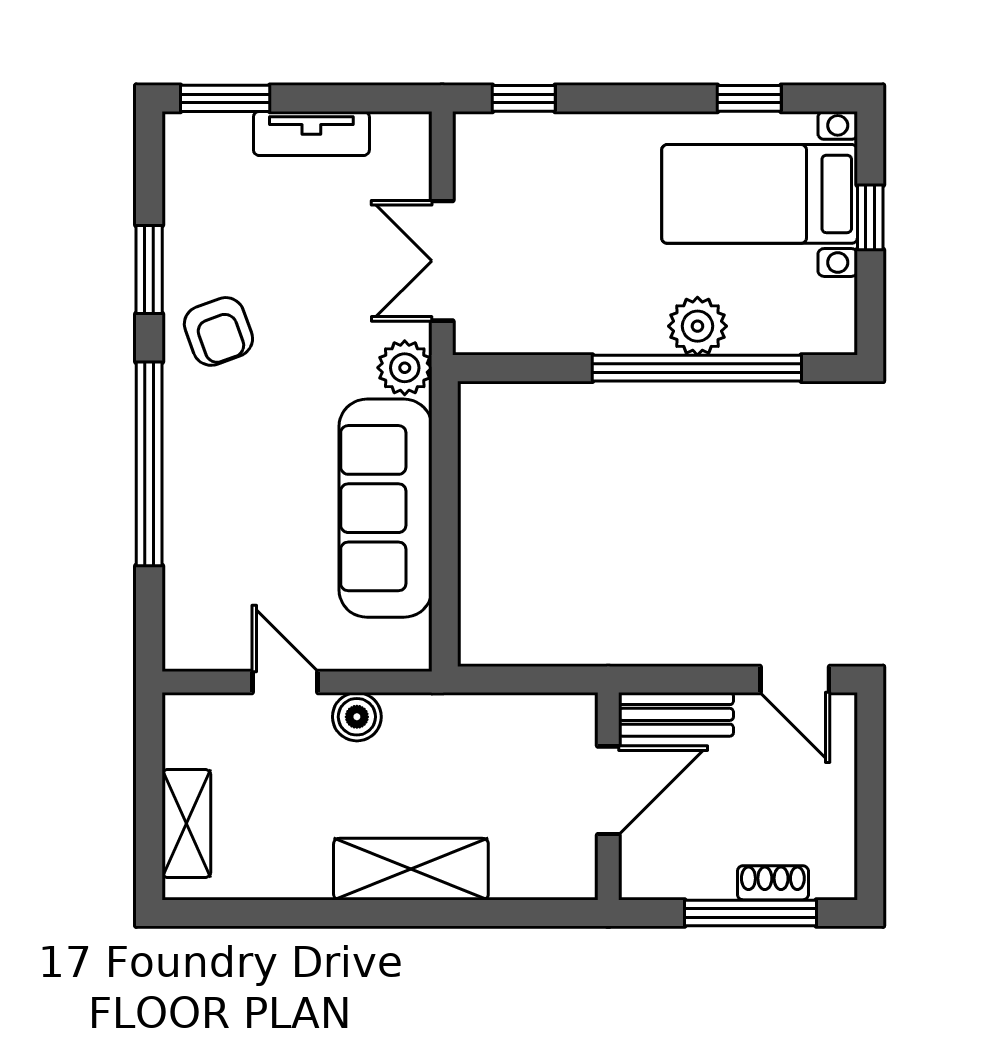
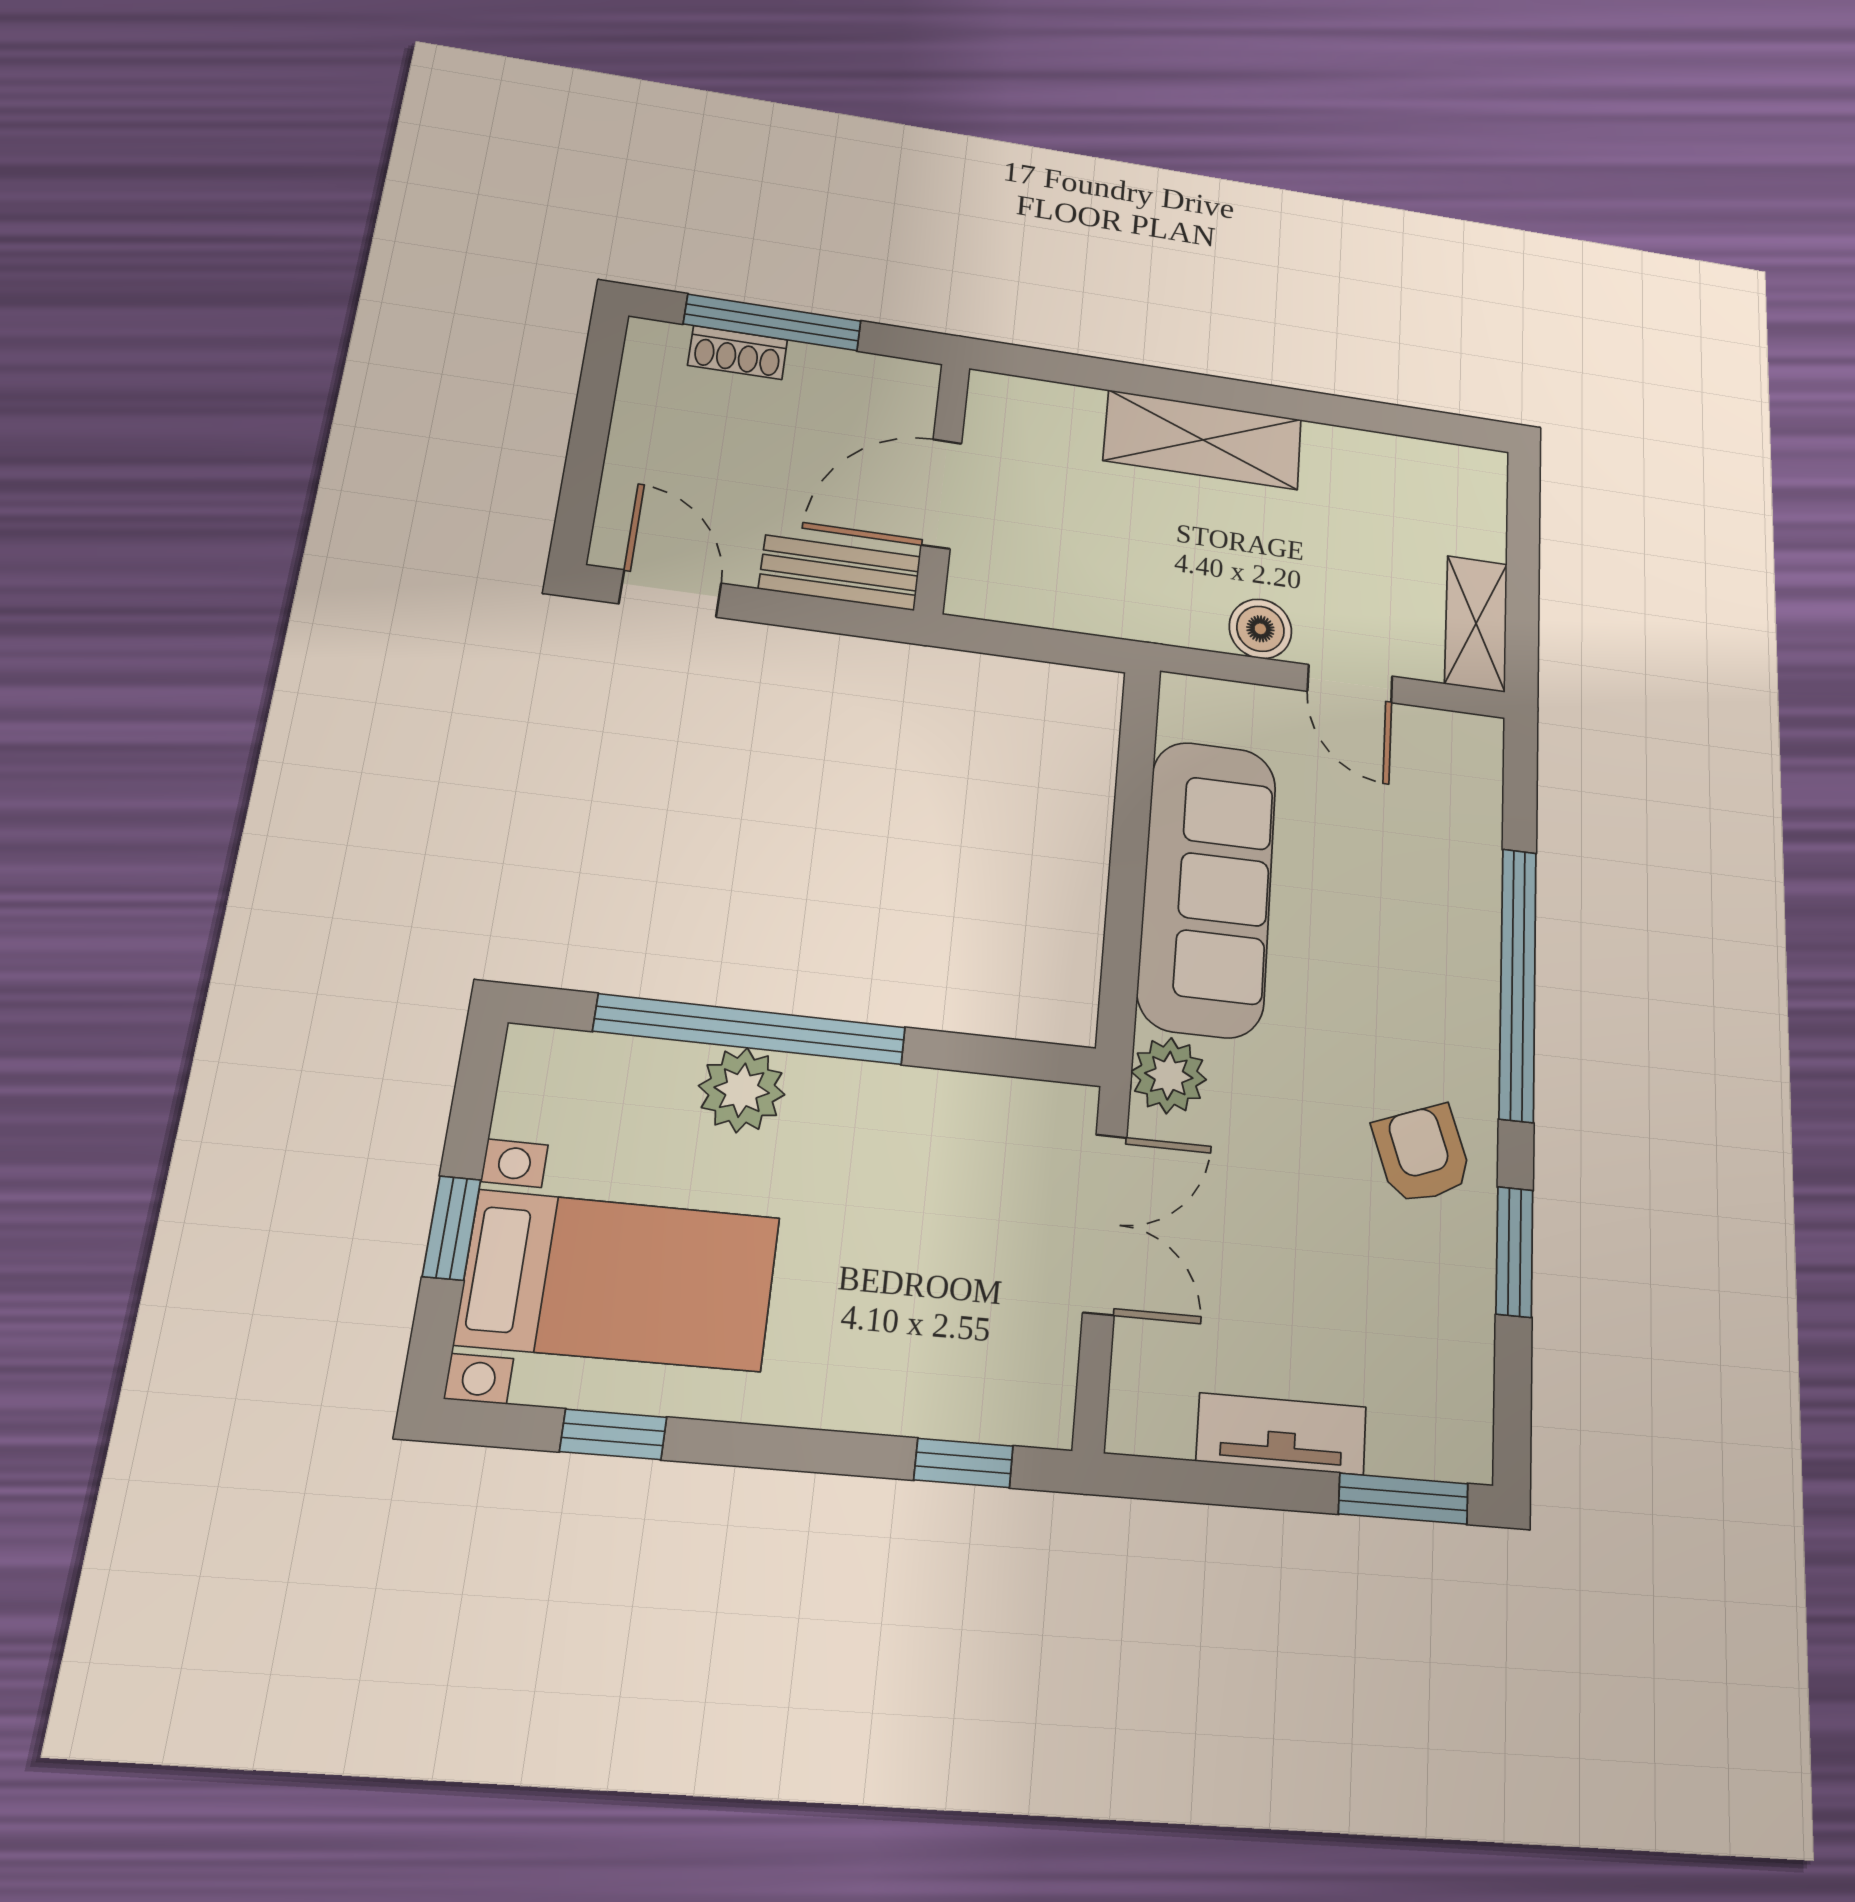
shelving: (186, 824) -> (1476, 624), moved

